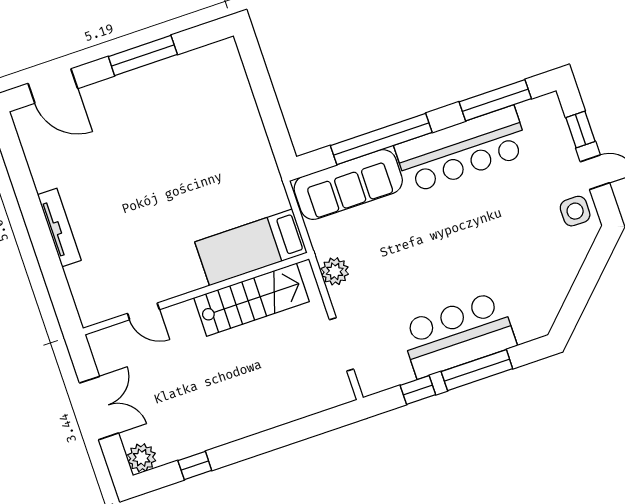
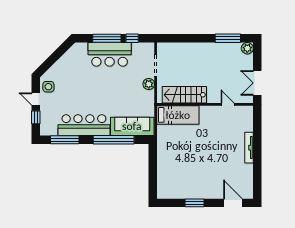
window: (143, 56) -> (194, 203), width x0.69
plant: (335, 271) -> (149, 84), moved
double door: (99, 408) -> (257, 83), moved
window: (195, 466) -> (228, 38), width x2.17

